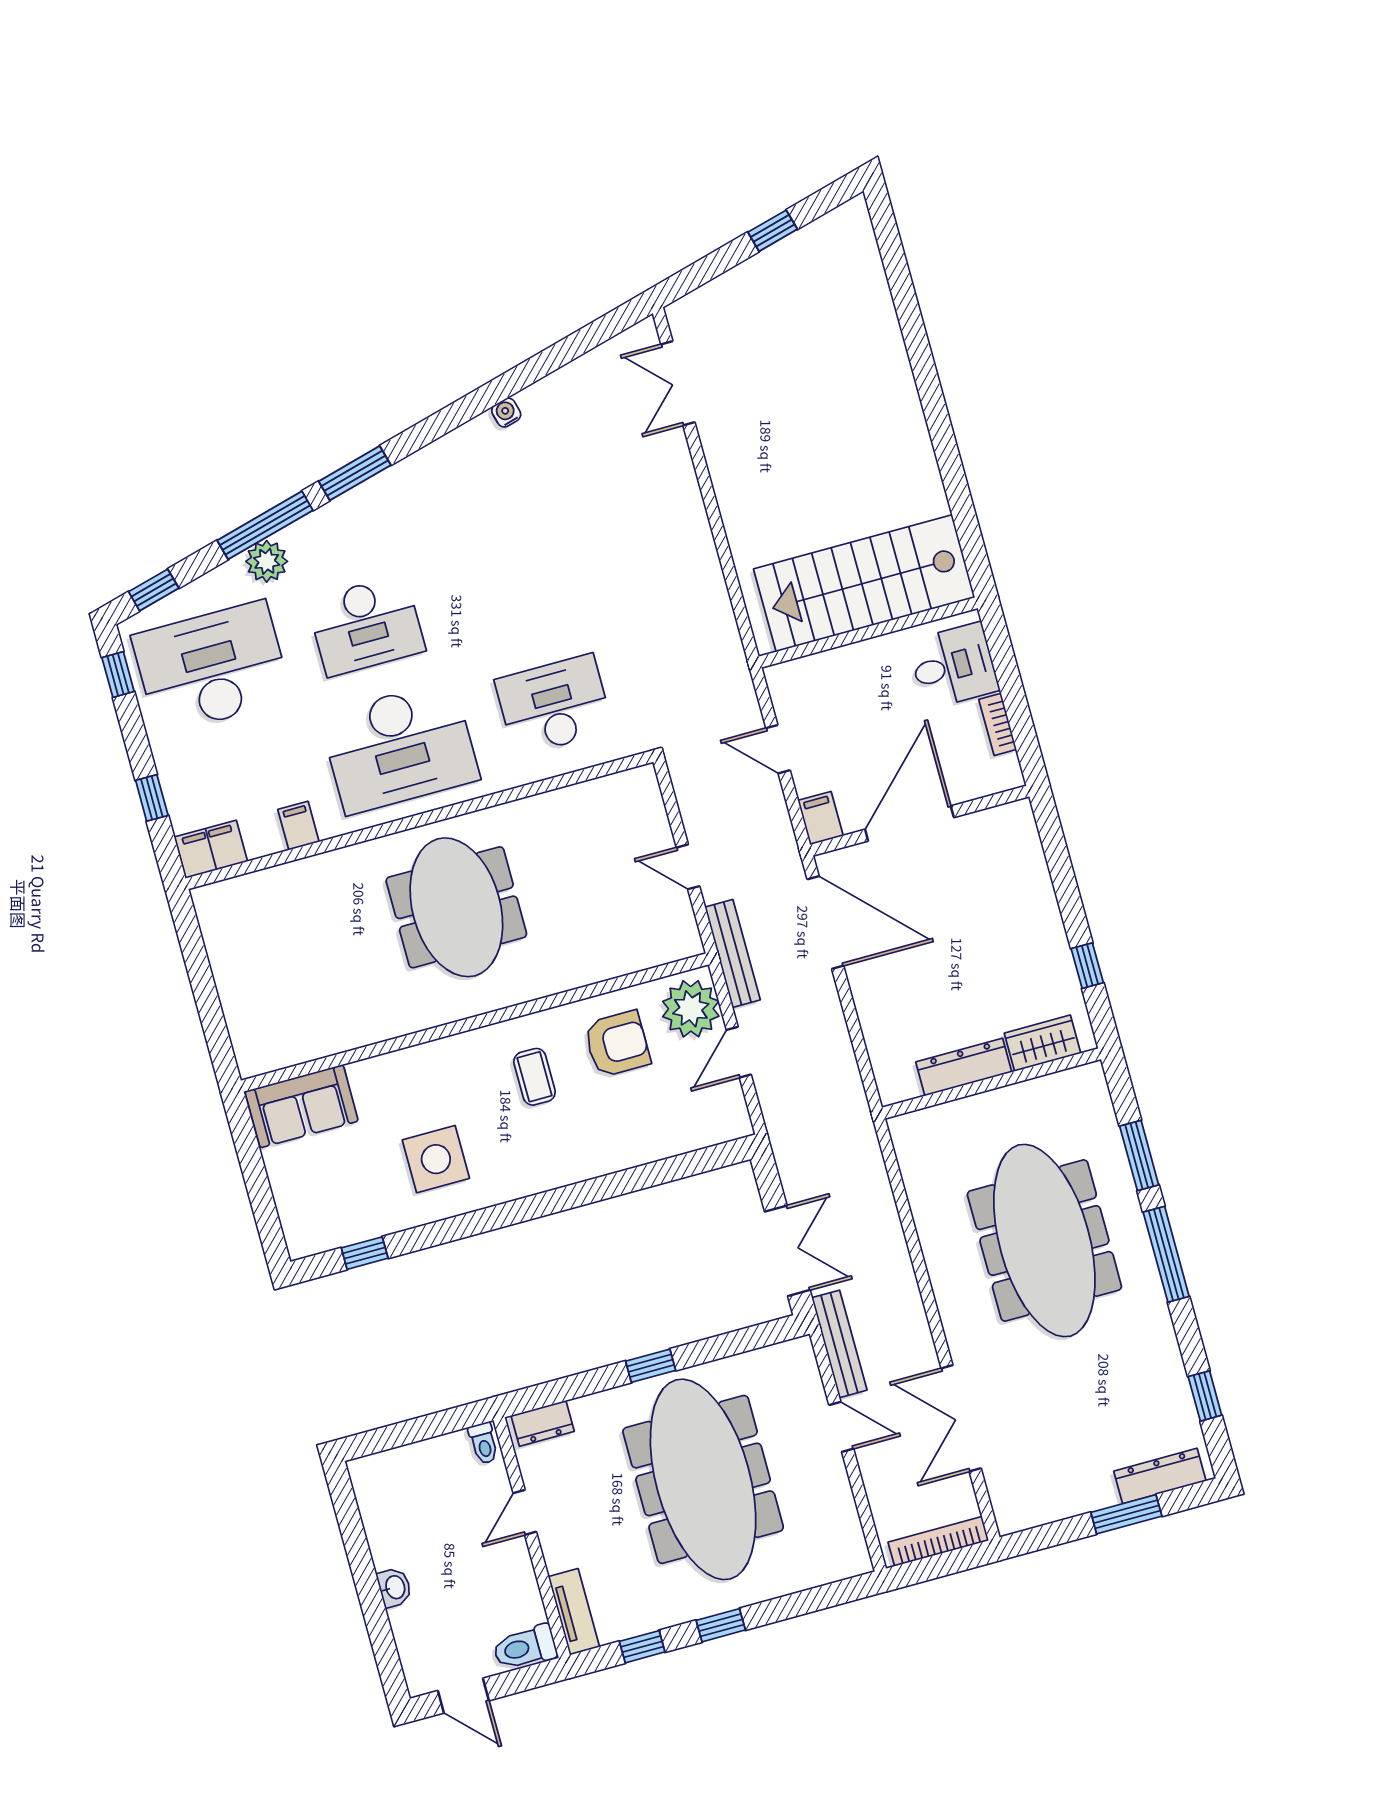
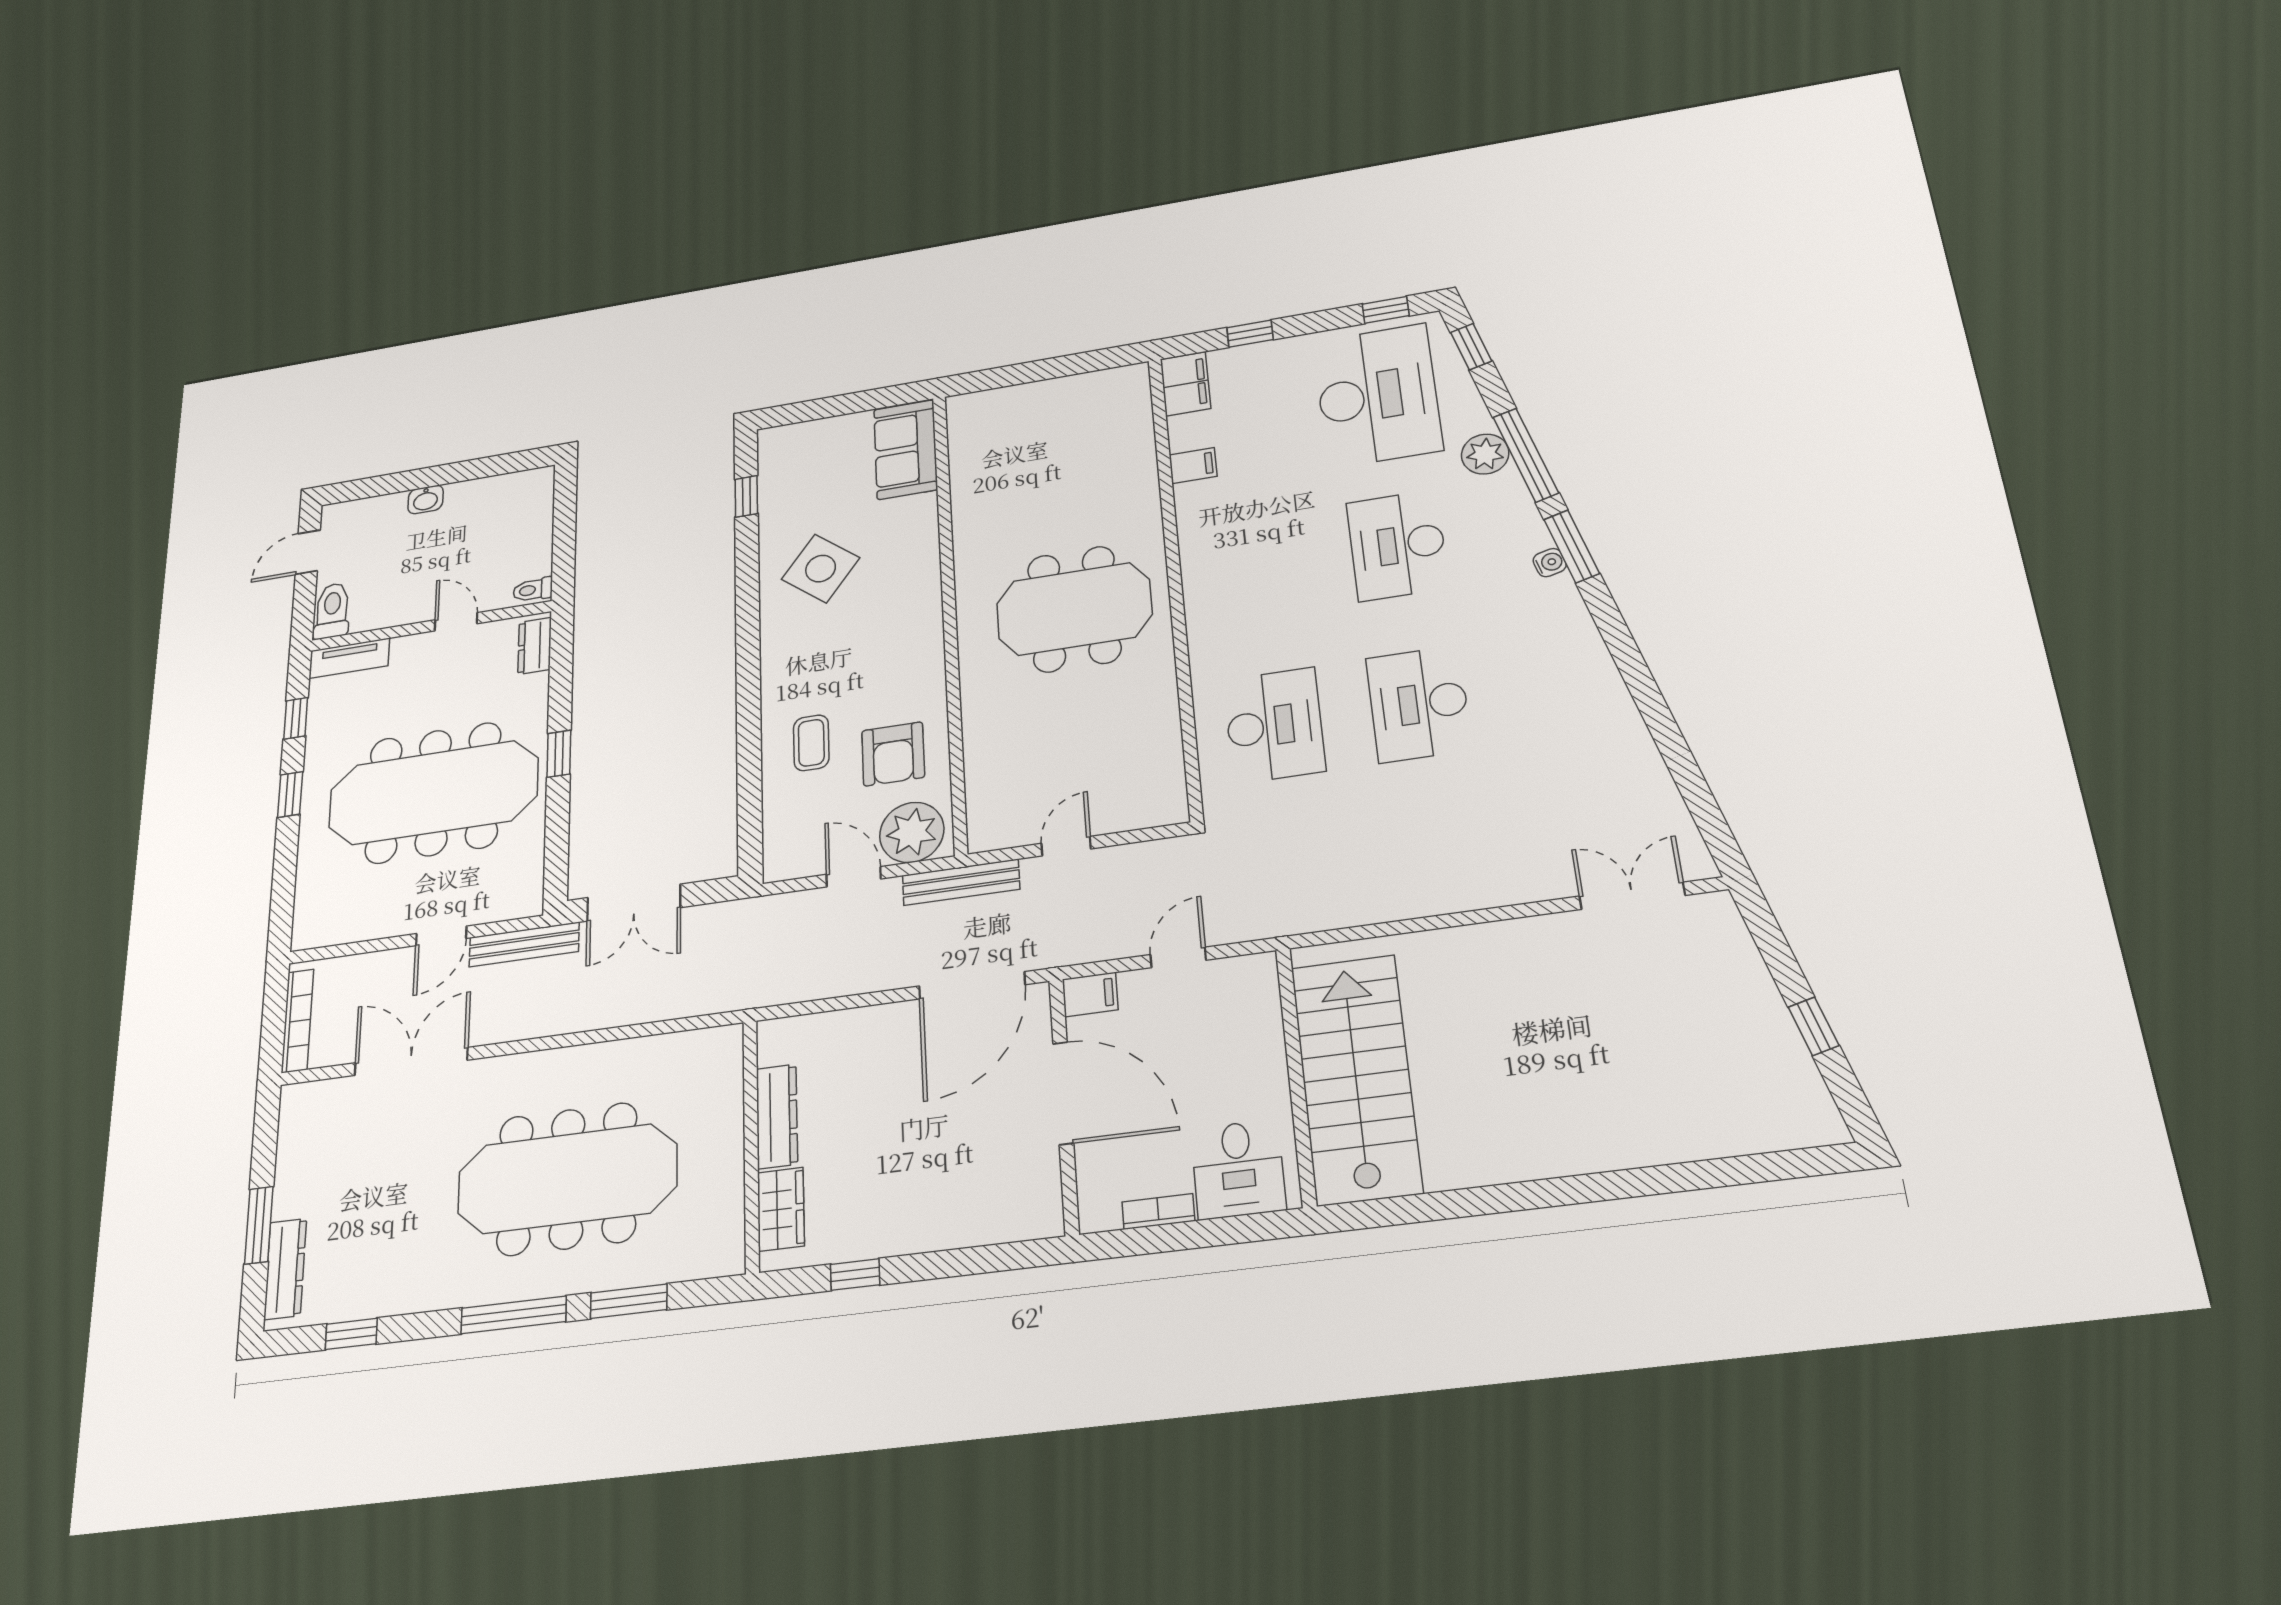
water cooler: (506, 413) -> (1550, 563), moved
desk: (400, 747) -> (1419, 704), moved, width x0.73, depth x0.77
coffee table: (535, 1077) -> (811, 743), moved, turned 90
side table: (436, 1159) -> (821, 569), turned 38

